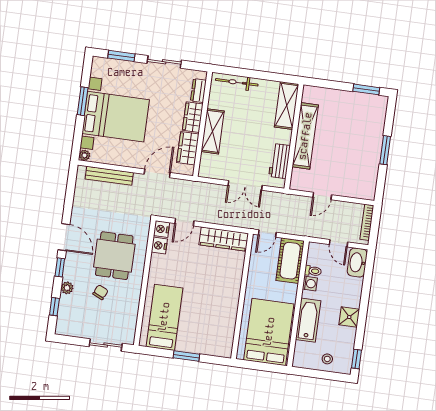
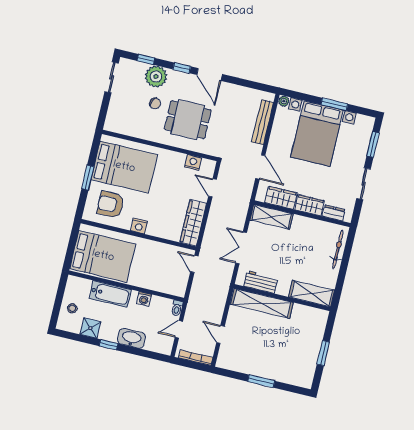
window: (366, 89) -> (323, 353), moved
shelving: (213, 131) -> (271, 217), moved
shelving: (305, 136) -> (262, 303), moved
door: (322, 196) -> (220, 334), moved
nightstand: (162, 229) -> (139, 226), moved, turned 180
door: (64, 237) -> (210, 75), hinge flipped
cot: (290, 261) -> (167, 283), removed
washbasin: (357, 262) -> (131, 338), moved
toilet: (313, 271) -> (177, 308), moved
plant: (67, 288) -> (156, 77), width x1.88, depth x1.88
bed: (164, 317) -> (124, 167), width x1.50
shower: (349, 317) -> (90, 328), moved
armchair: (213, 329) -> (111, 205), added
sliding door: (106, 345) -> (112, 77), moved
window: (357, 359) -> (108, 345), moved

